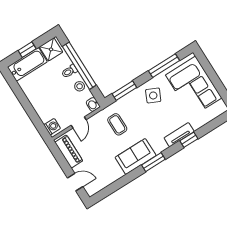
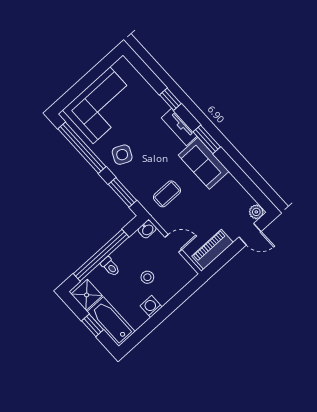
window: (164, 66) -> (82, 148), width x1.46
stool: (80, 86) -> (147, 277), moved
washing machine: (52, 127) -> (151, 306), moved
tv unit: (179, 135) -> (179, 127), moved
door: (75, 182) -> (250, 234), swing flipped
plant: (91, 190) -> (256, 212), added

